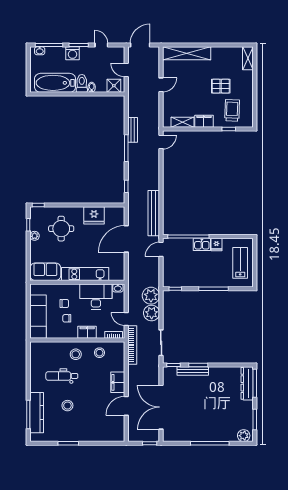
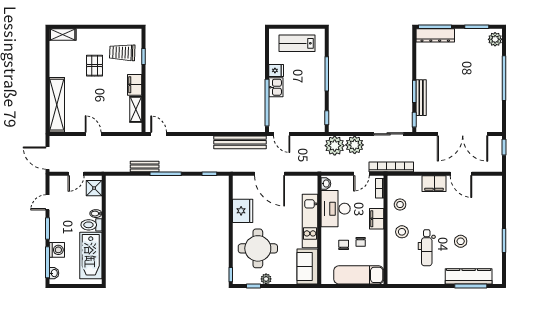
washing machine: (73, 53) -> (57, 250), moved
round table: (61, 229) -> (258, 248), width x1.36, depth x1.36

